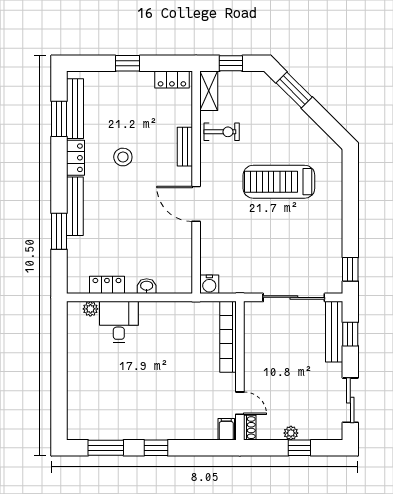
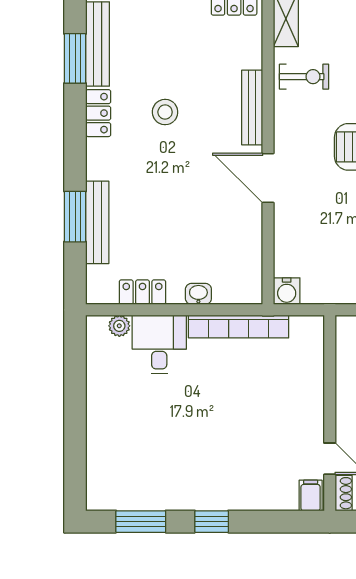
bench: (185, 147) -> (252, 107), width x1.36
bench: (75, 206) -> (97, 222), moved
bookcase: (228, 337) -> (239, 327), moved, turned -90

